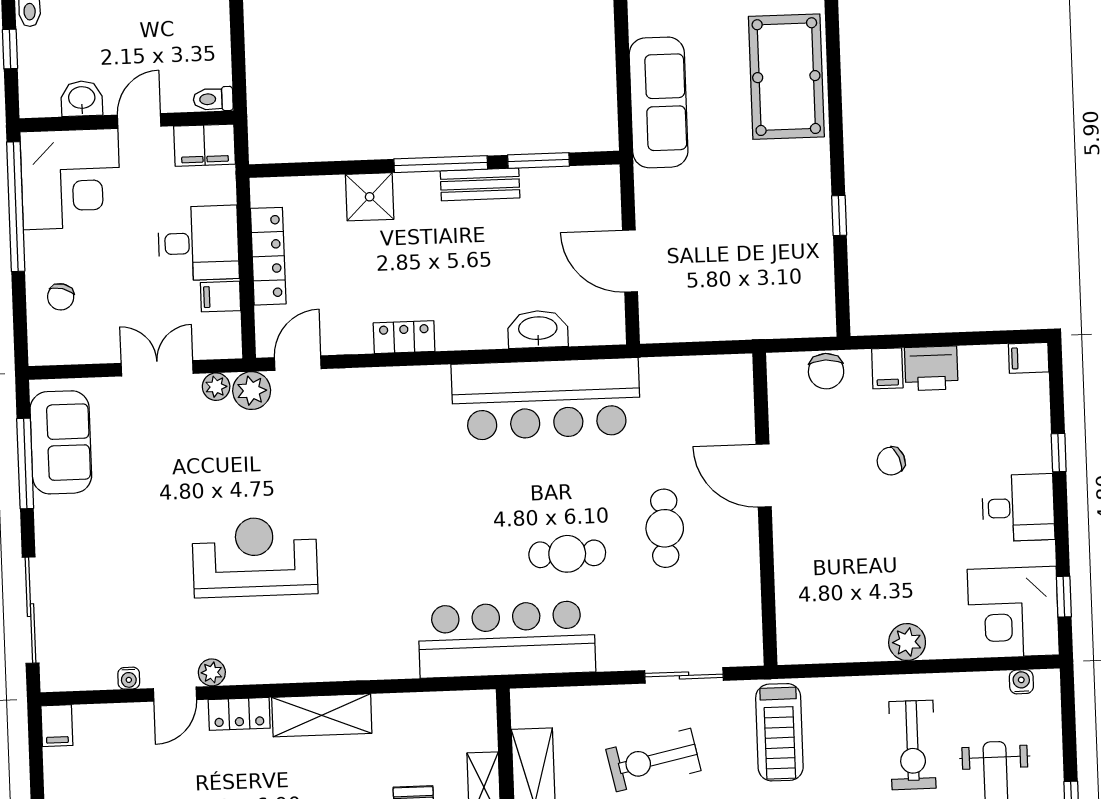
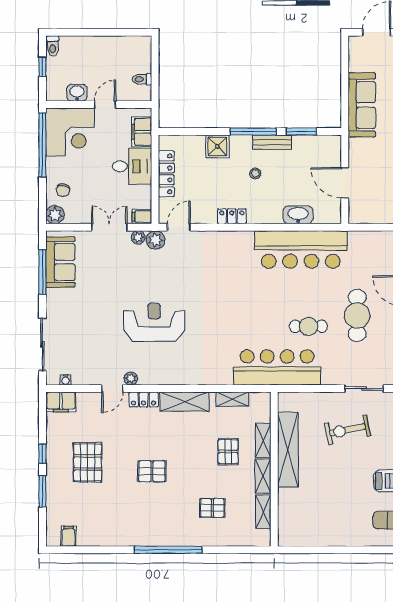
toilet: (213, 99) -> (142, 79), moved
filing cabinet: (204, 145) -> (142, 132), moved, turned 90
stool: (448, 249) -> (255, 173), added
filing cabinet: (221, 297) -> (142, 217), moved
plant: (46, 347) -> (55, 215), added
cafe table: (665, 528) -> (357, 315), width x1.37, depth x1.35
water cooler: (129, 678) -> (66, 380), moved
shelving: (419, 707) -> (232, 399), added
filing cabinet: (57, 726) -> (61, 402), width x2.00

